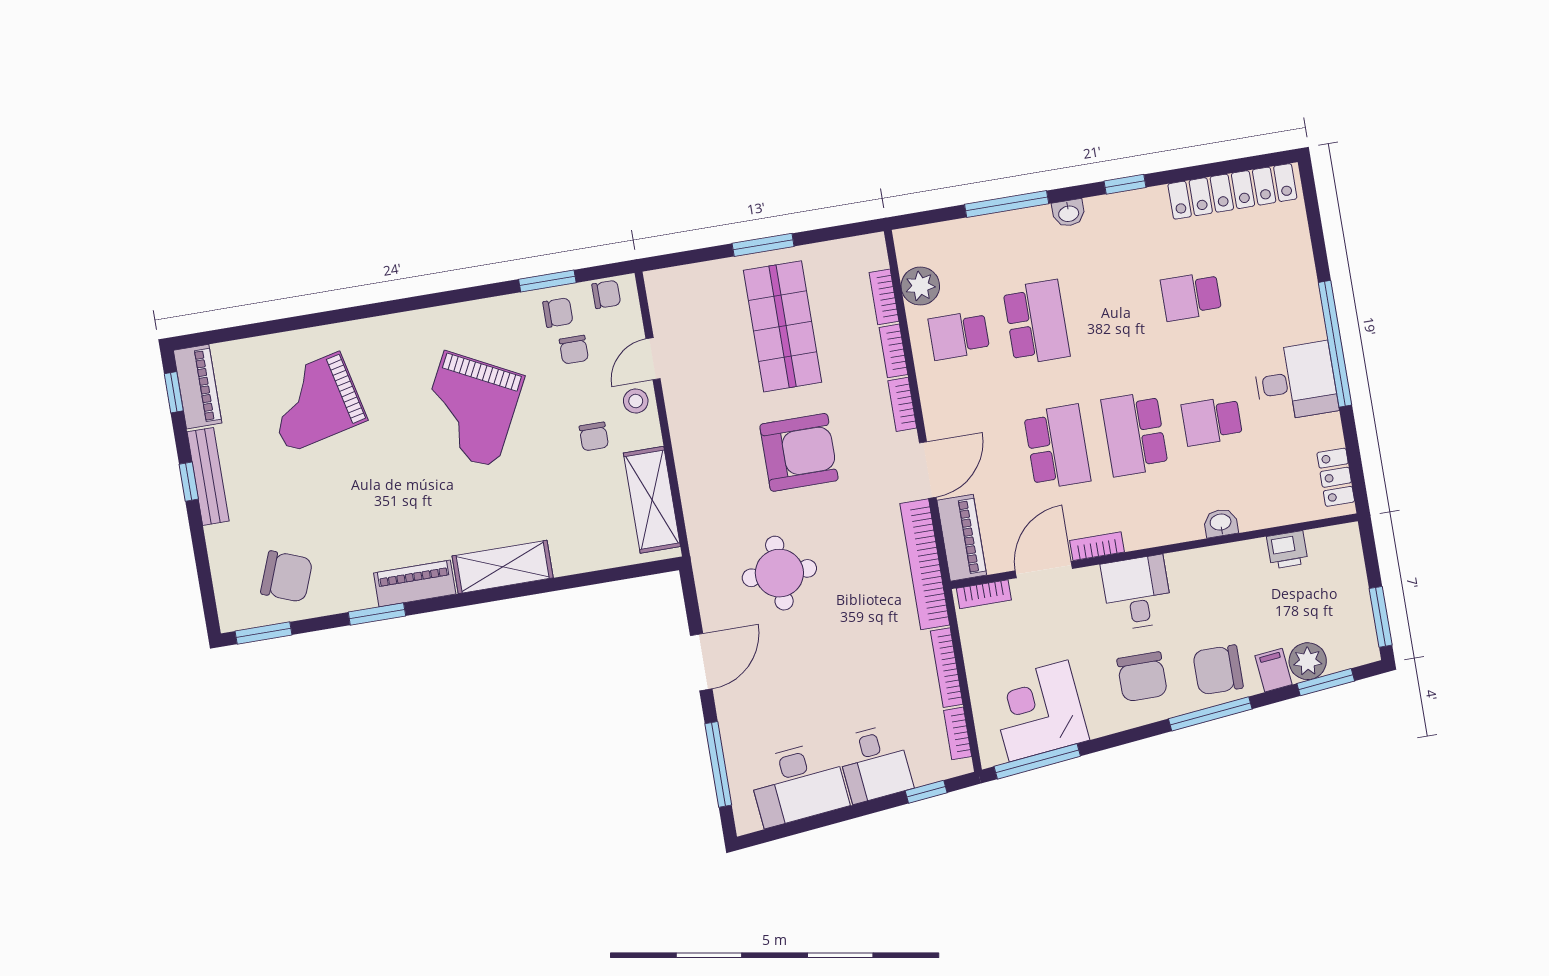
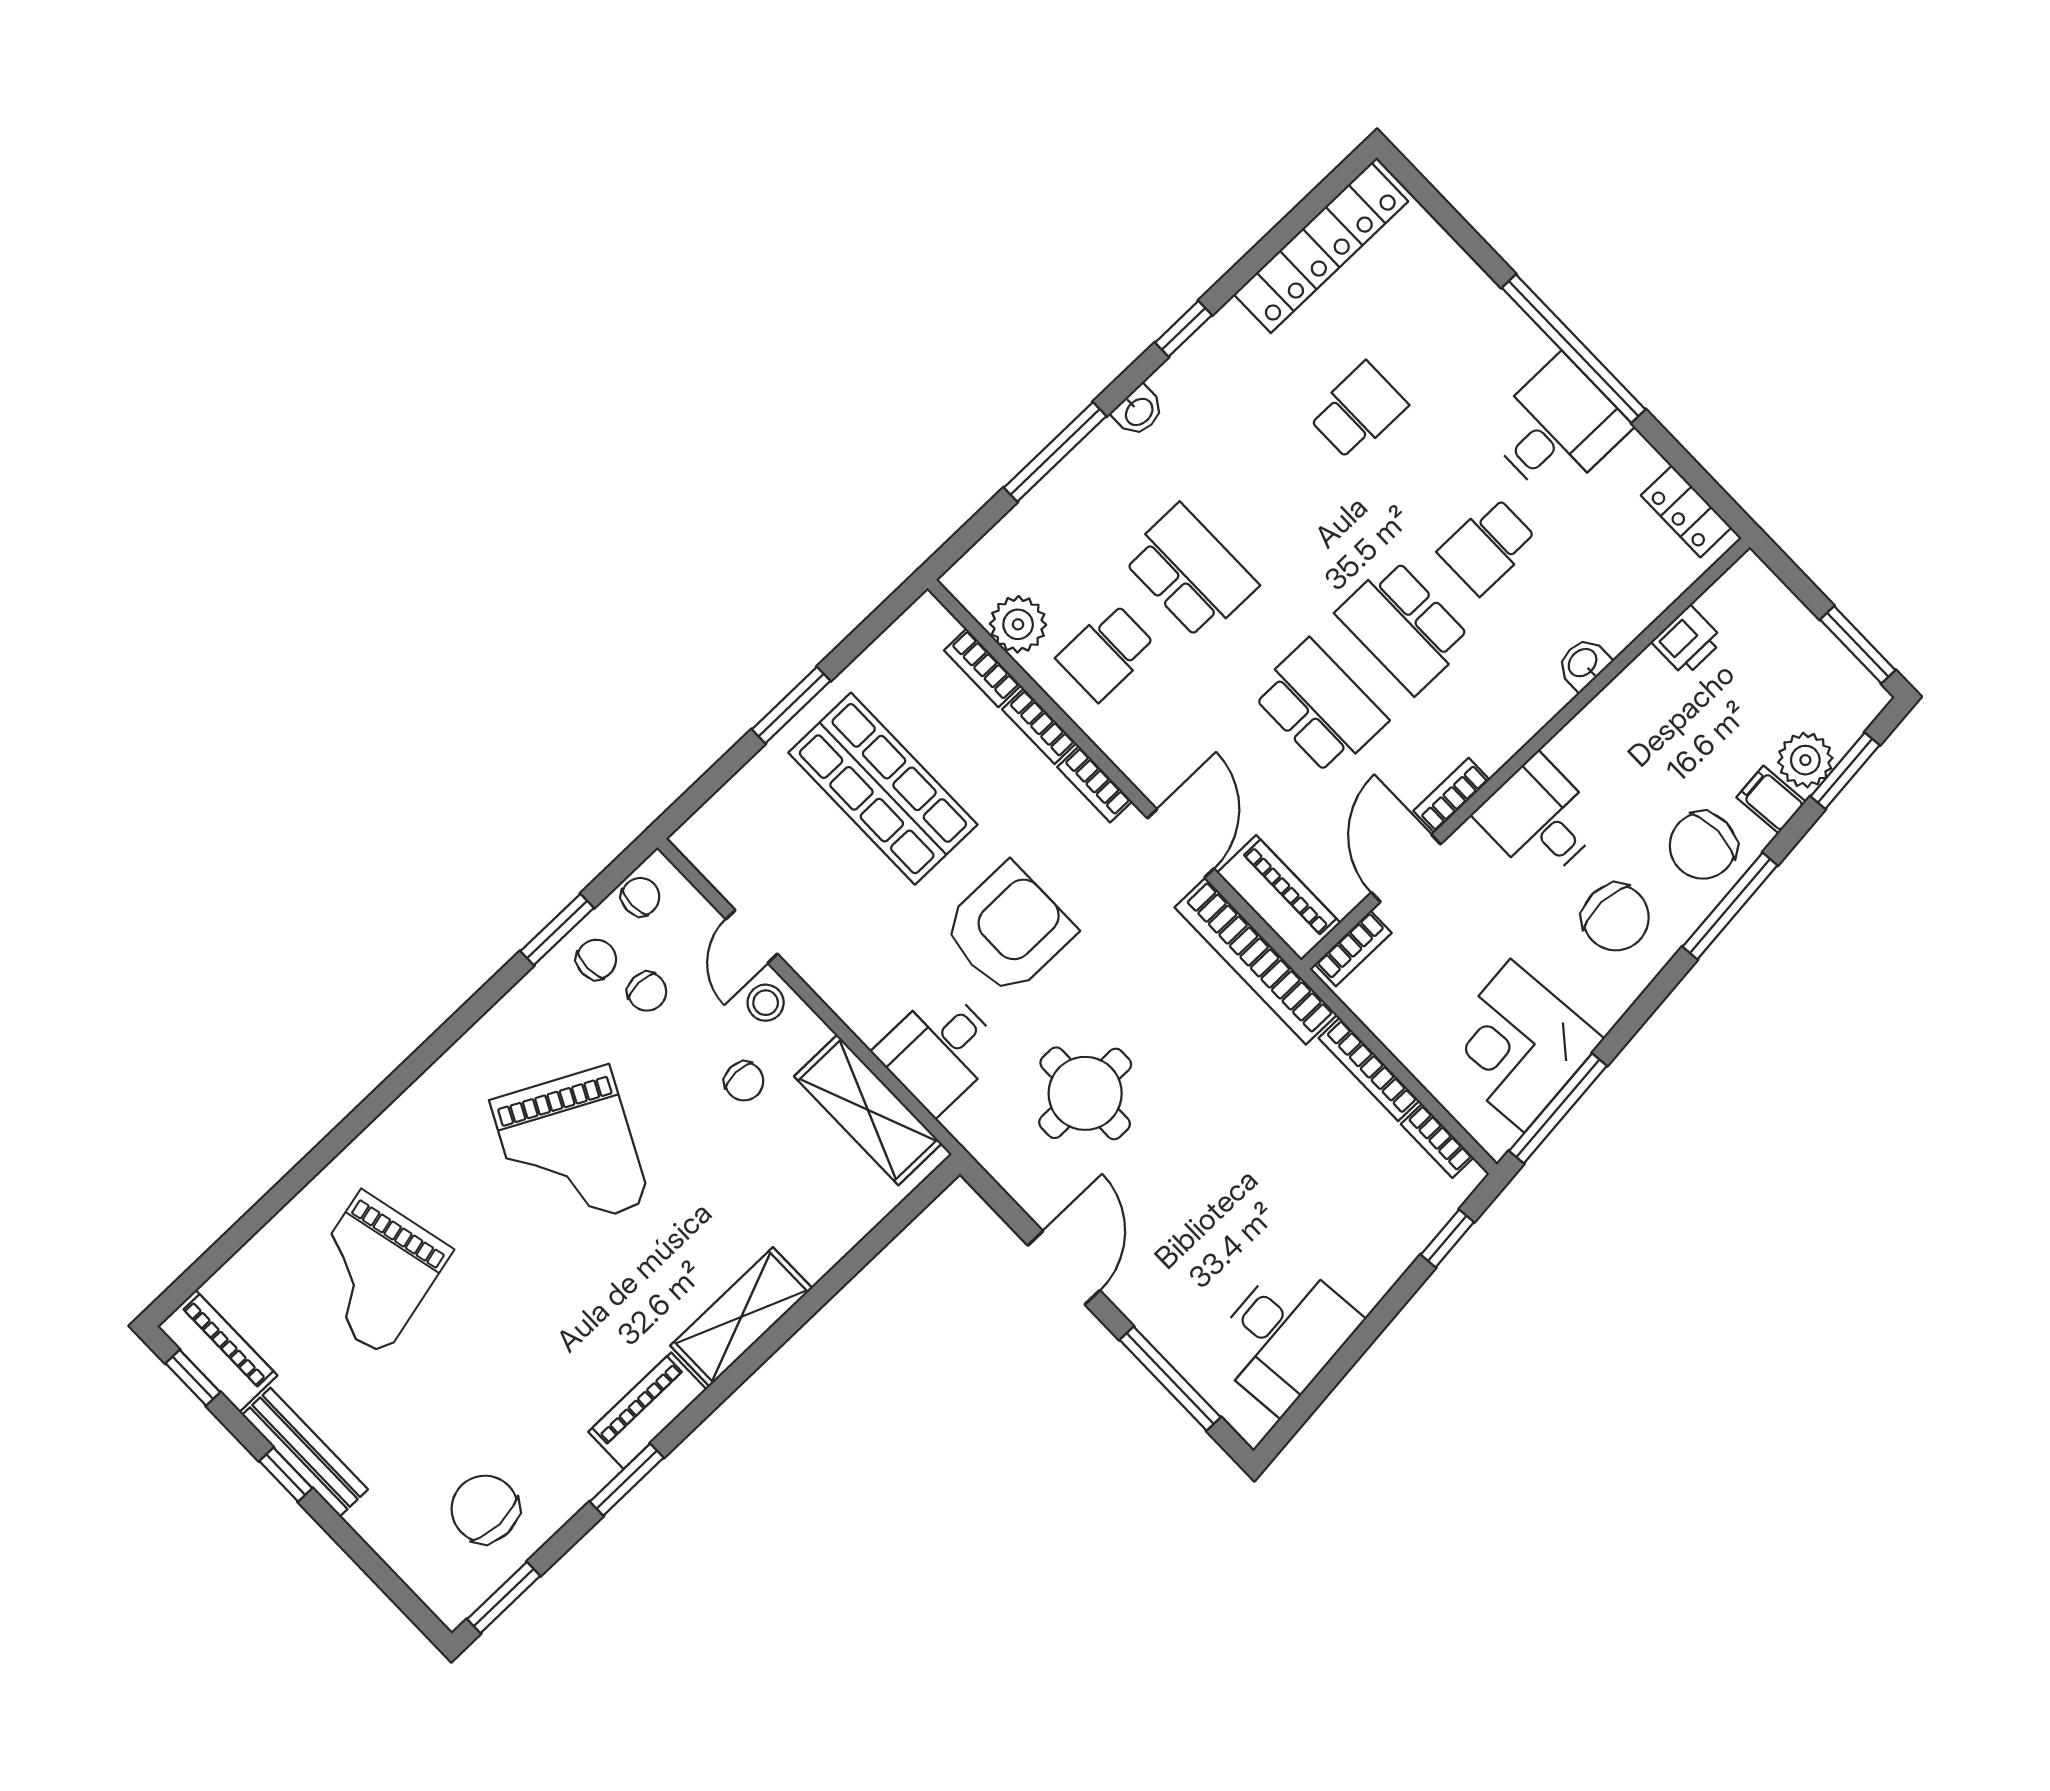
school desk: (1191, 296) -> (1358, 411), turned 180
chair: (287, 576) -> (485, 1509), turned -111
desk: (875, 764) -> (939, 1050), moved, turned 96

